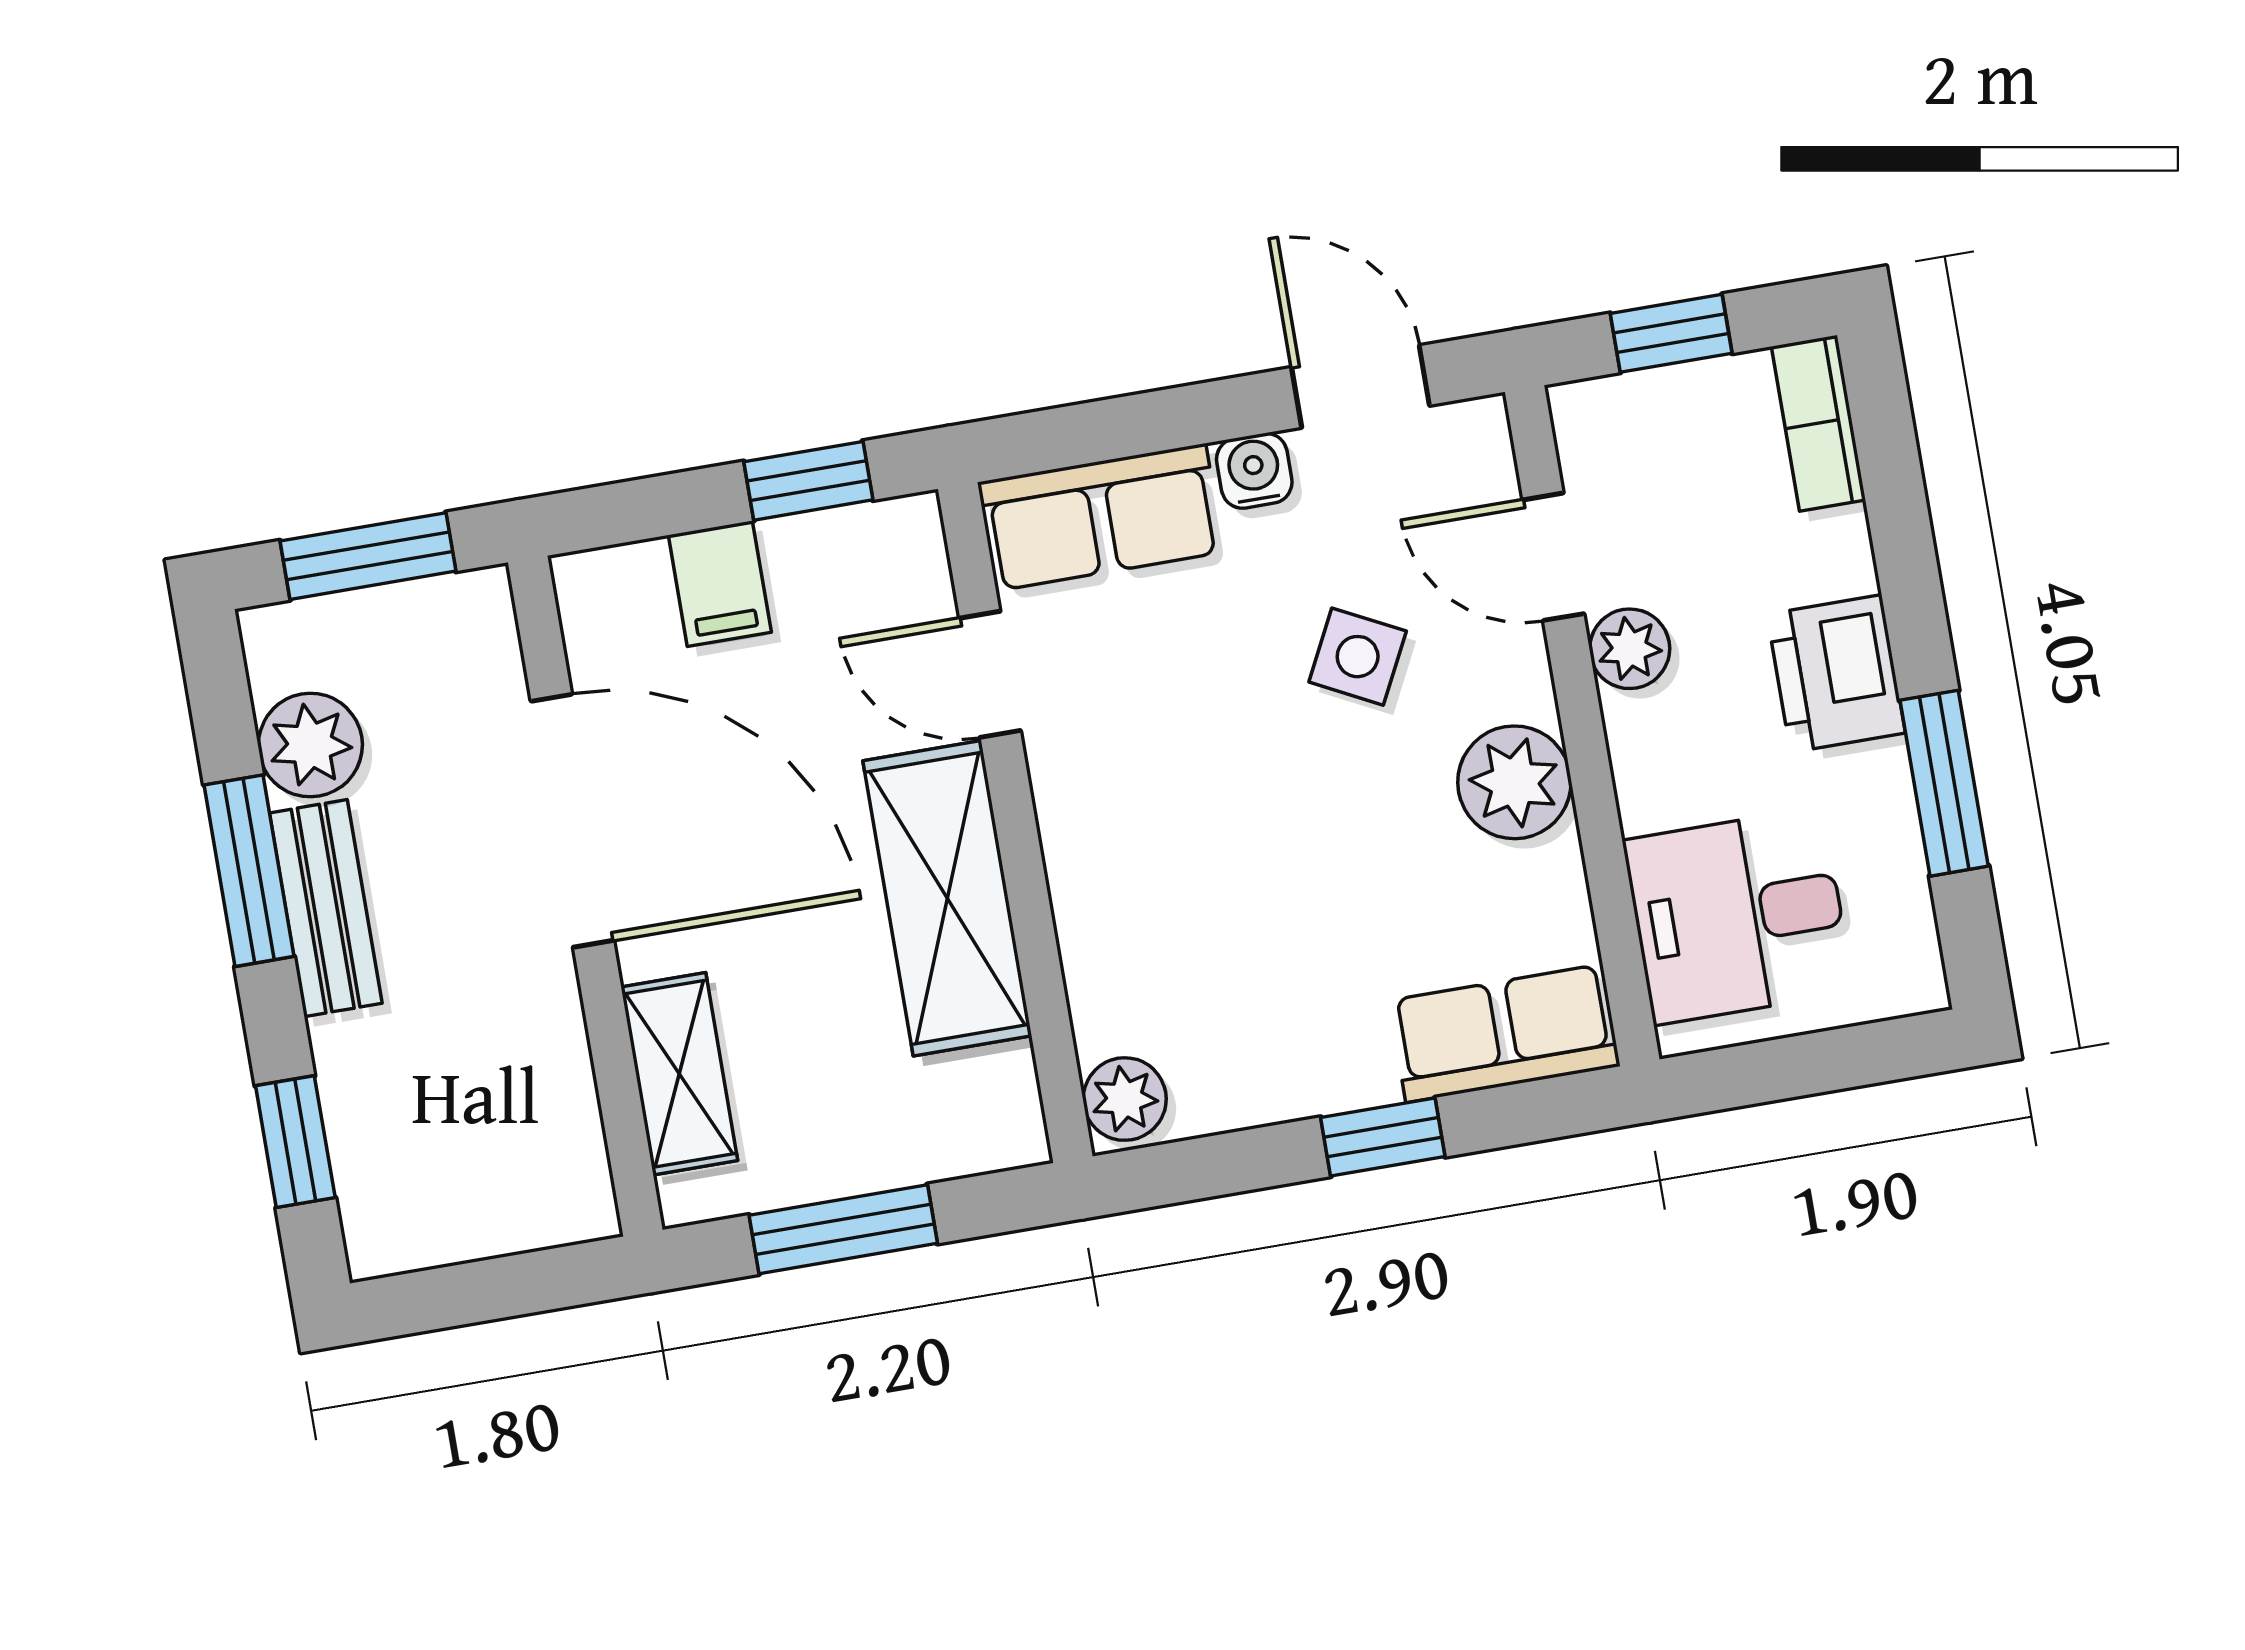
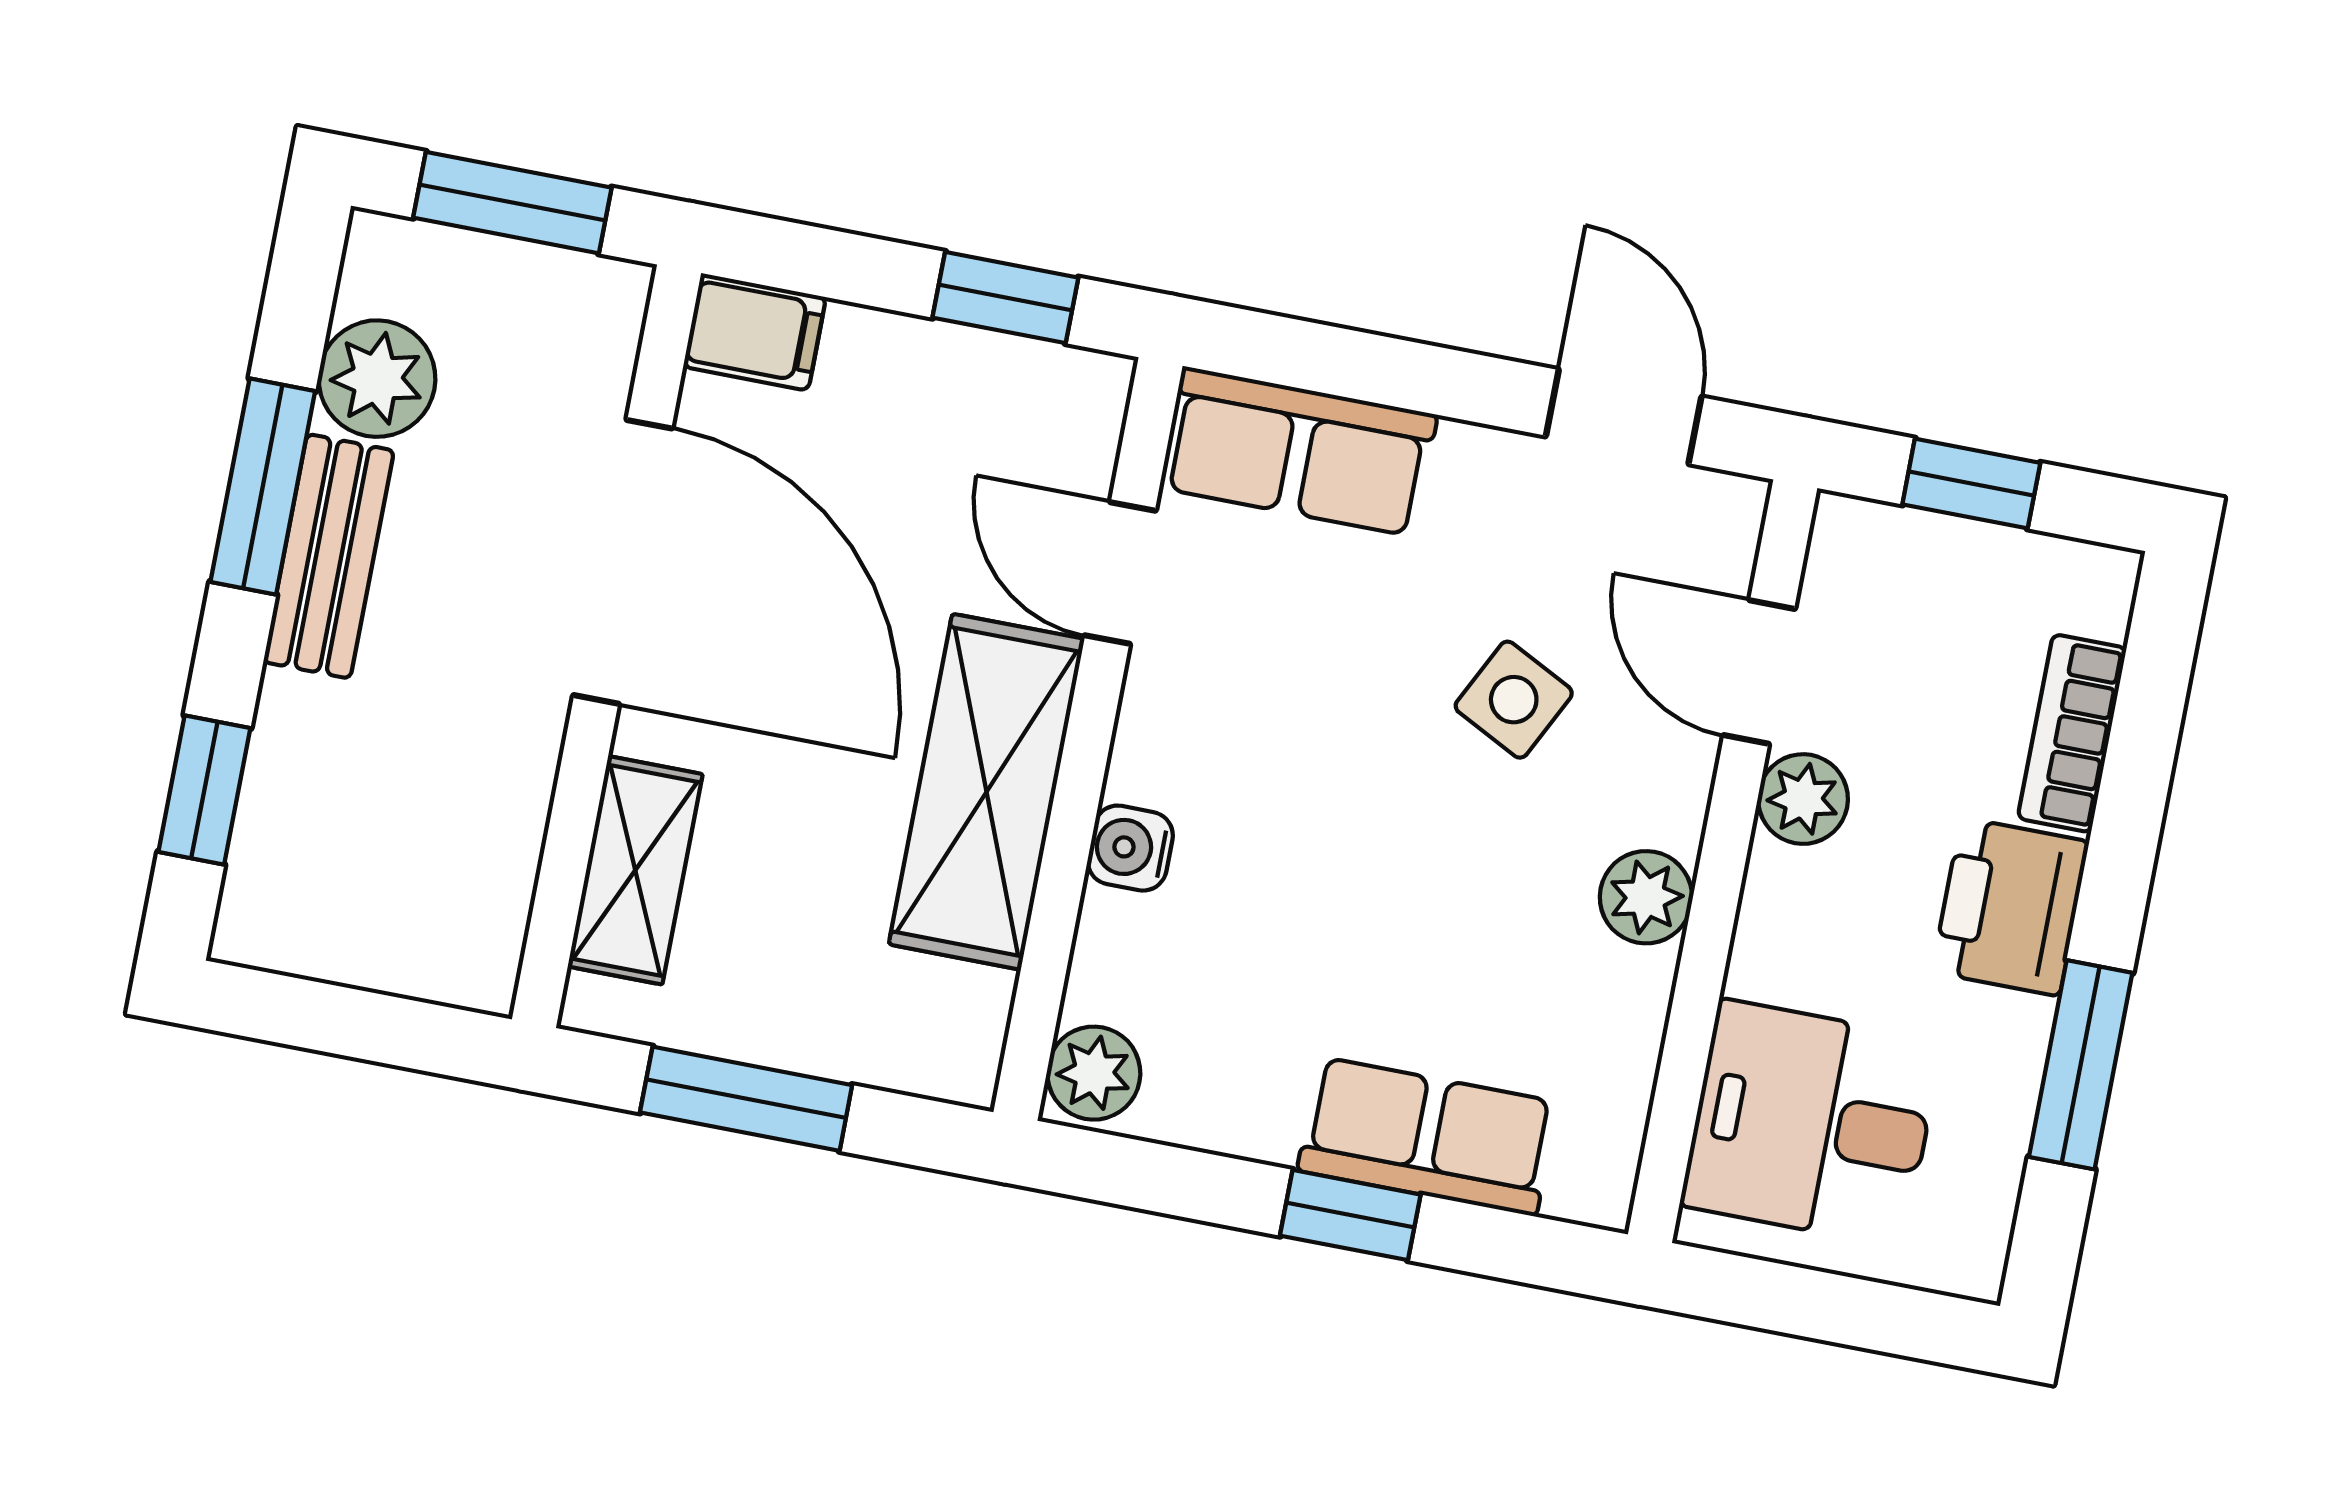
bookcase: (1818, 423) -> (2072, 733), moved
water cooler: (1254, 471) -> (1130, 848), moved, turned -90
filing cabinet: (720, 584) -> (755, 332), moved, turned -90
plant: (1514, 782) -> (1646, 897), width x0.73, depth x0.73
row of seats: (1504, 1033) -> (1427, 1136), moved

